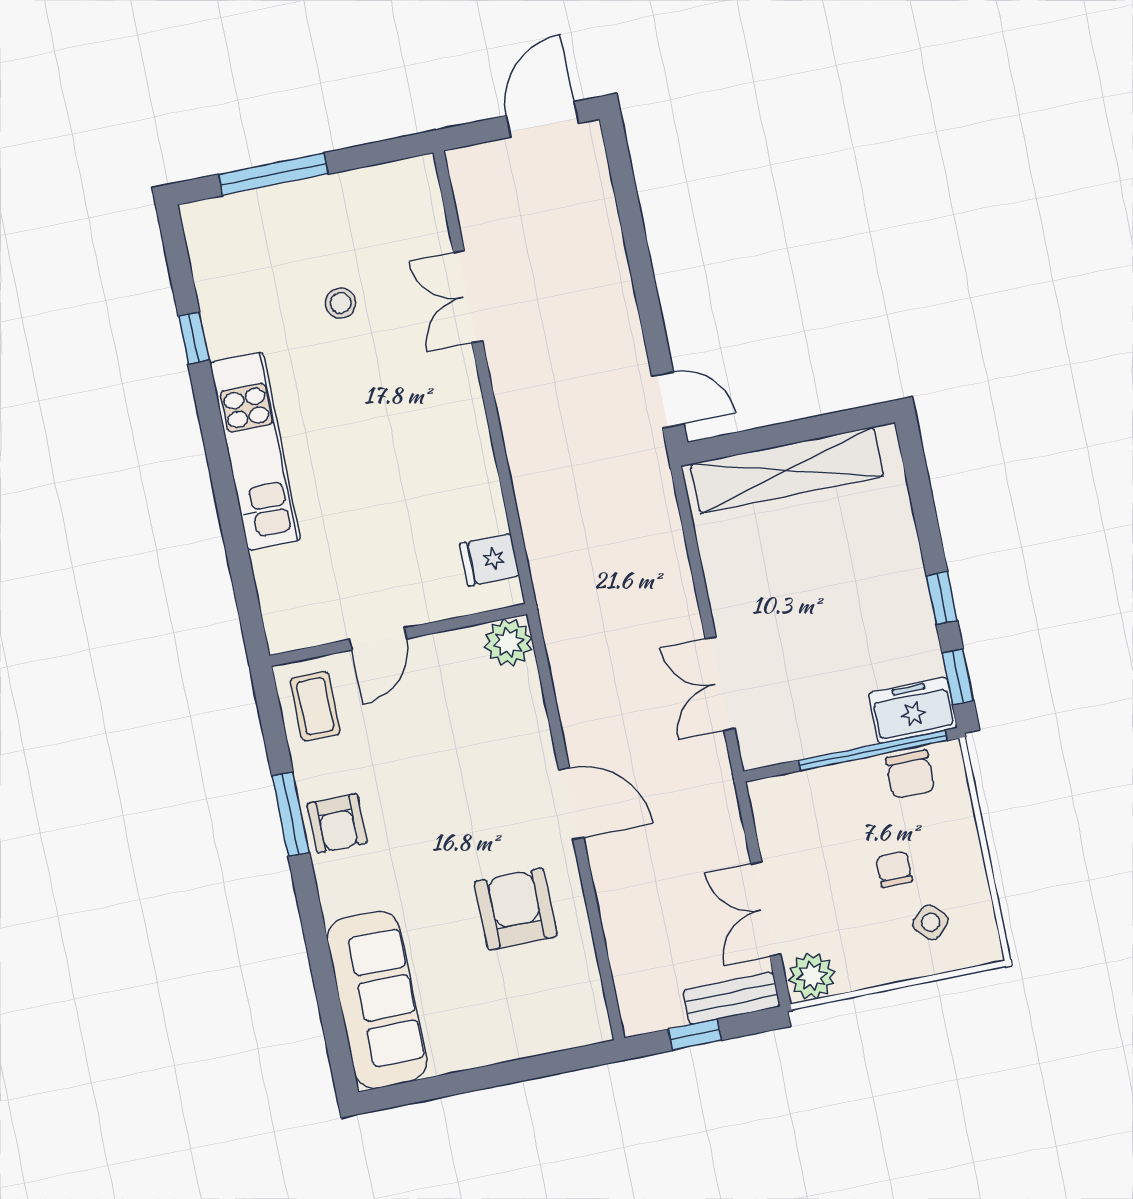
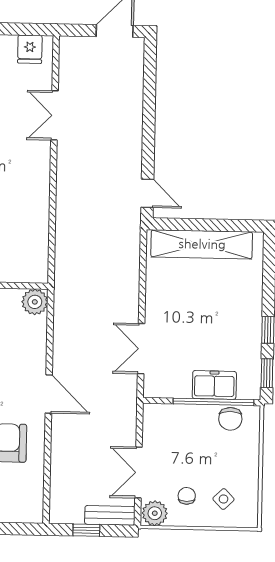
fridge: (489, 560) -> (30, 49), moved, turned -90
freezer: (913, 710) -> (214, 385), moved
chair: (894, 869) -> (187, 496), moved

